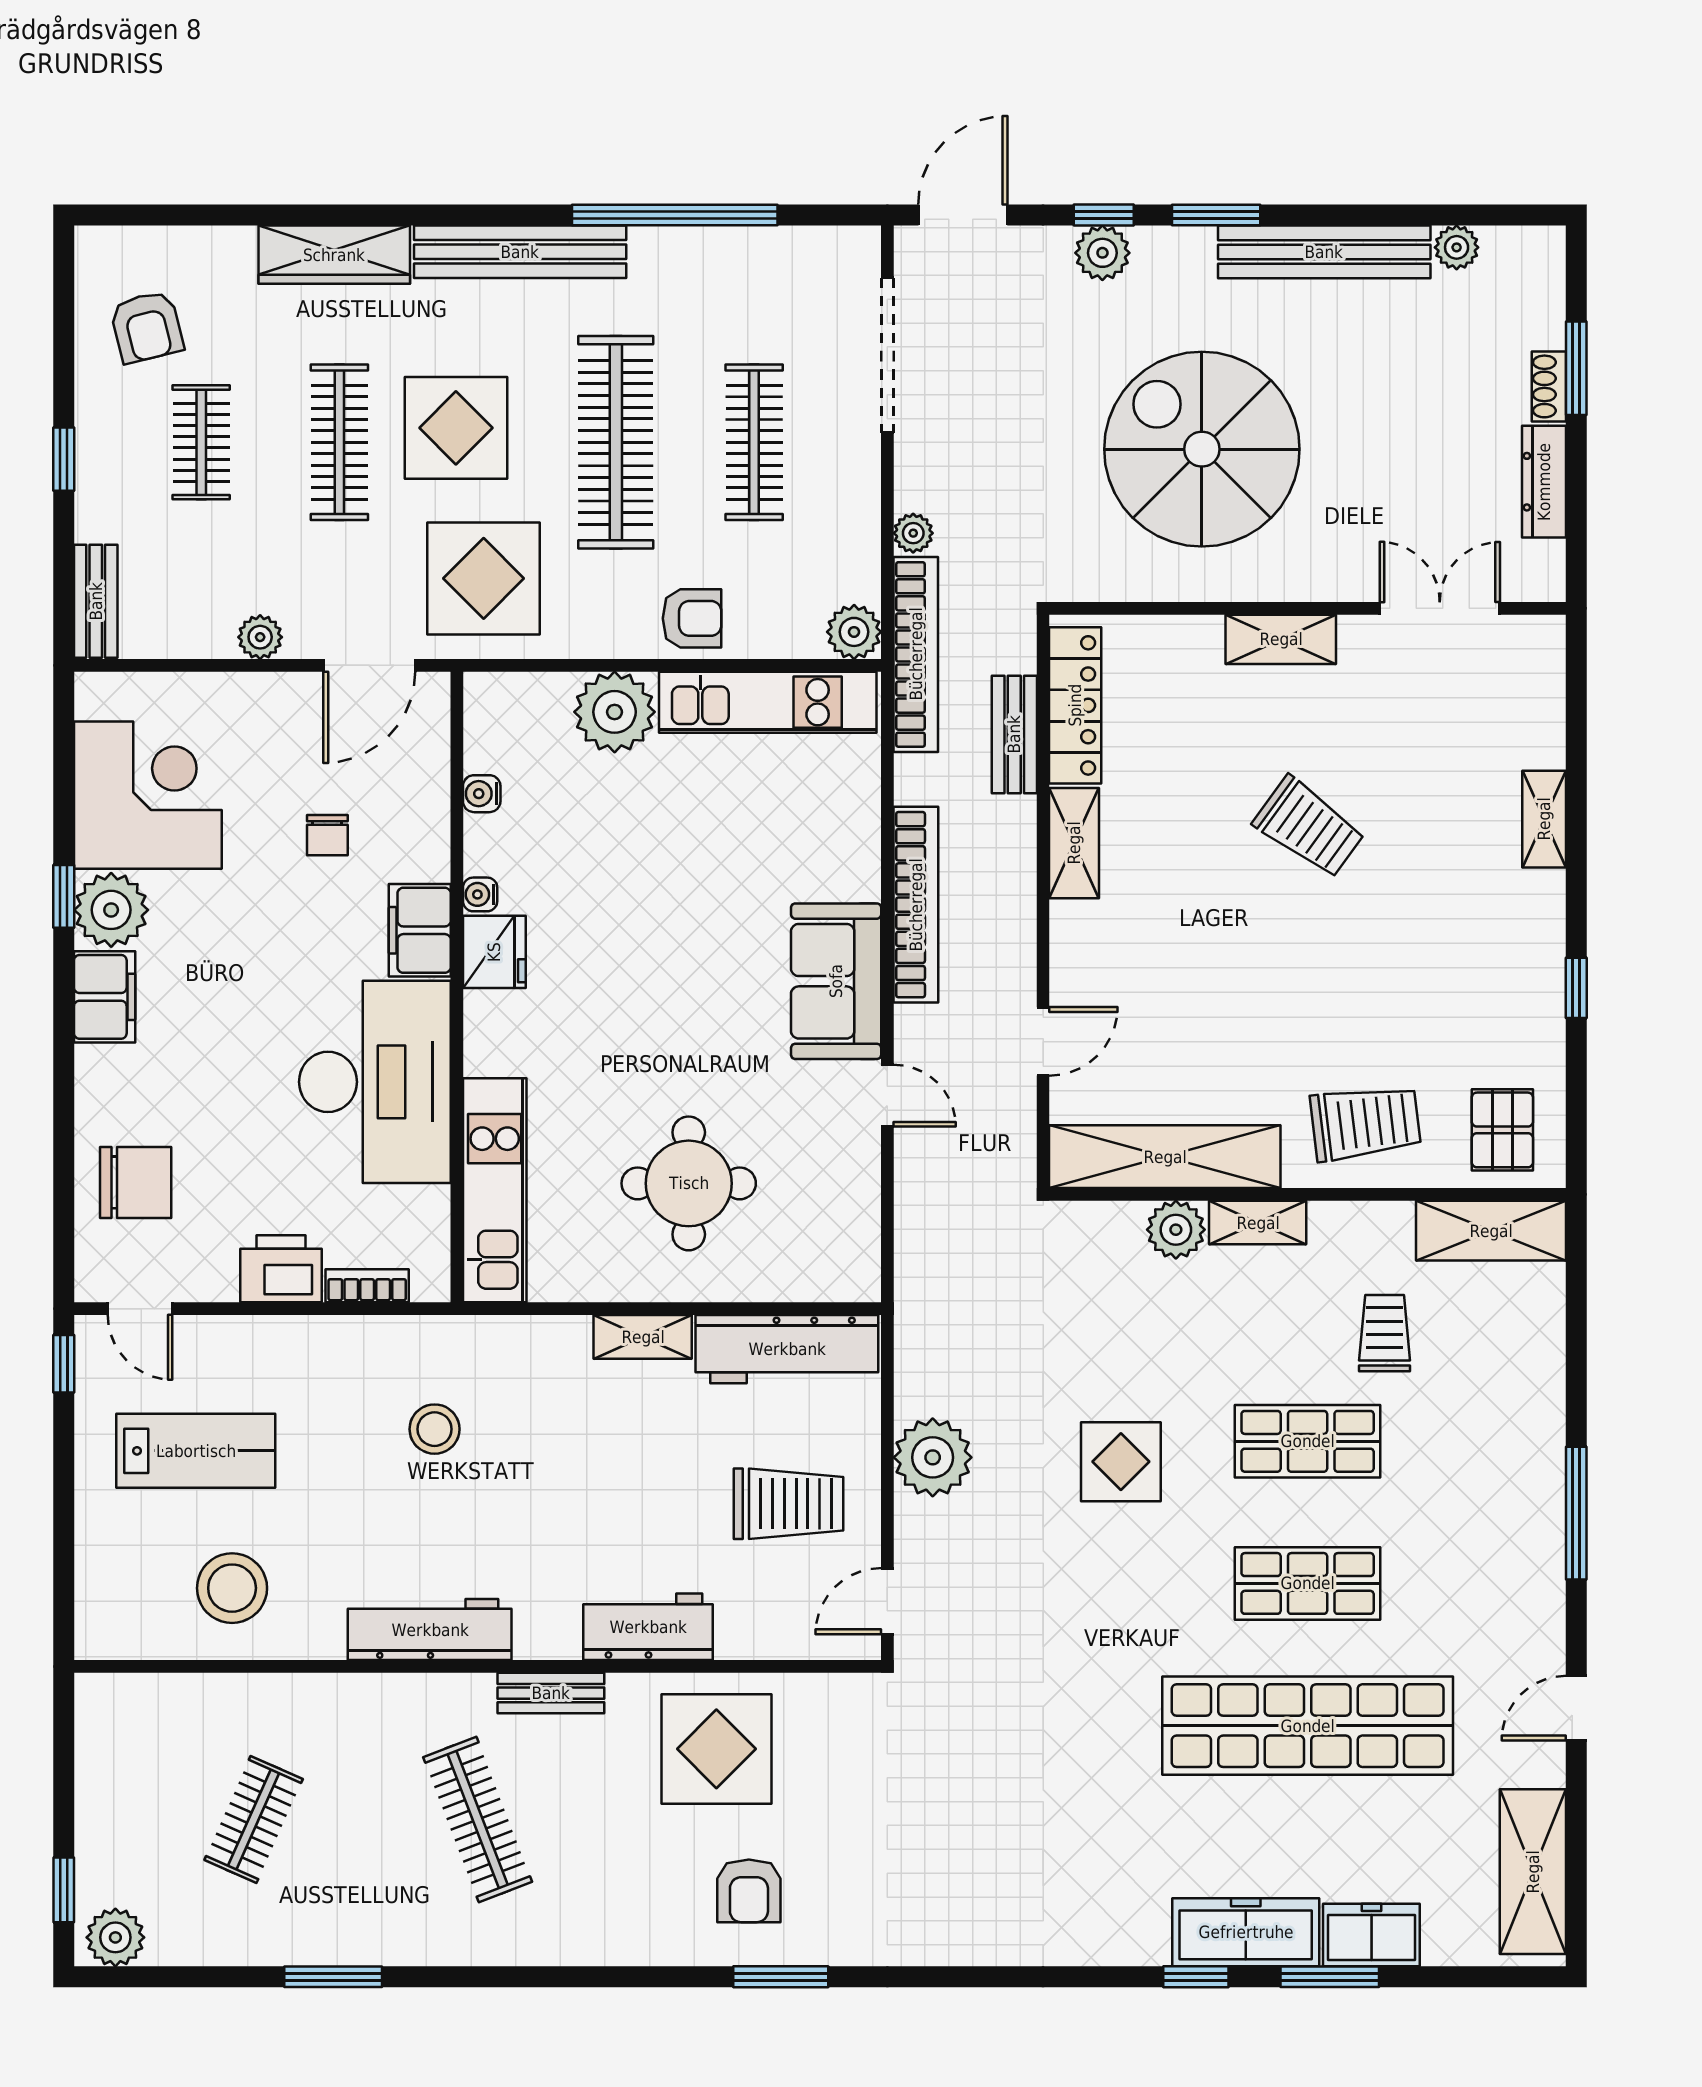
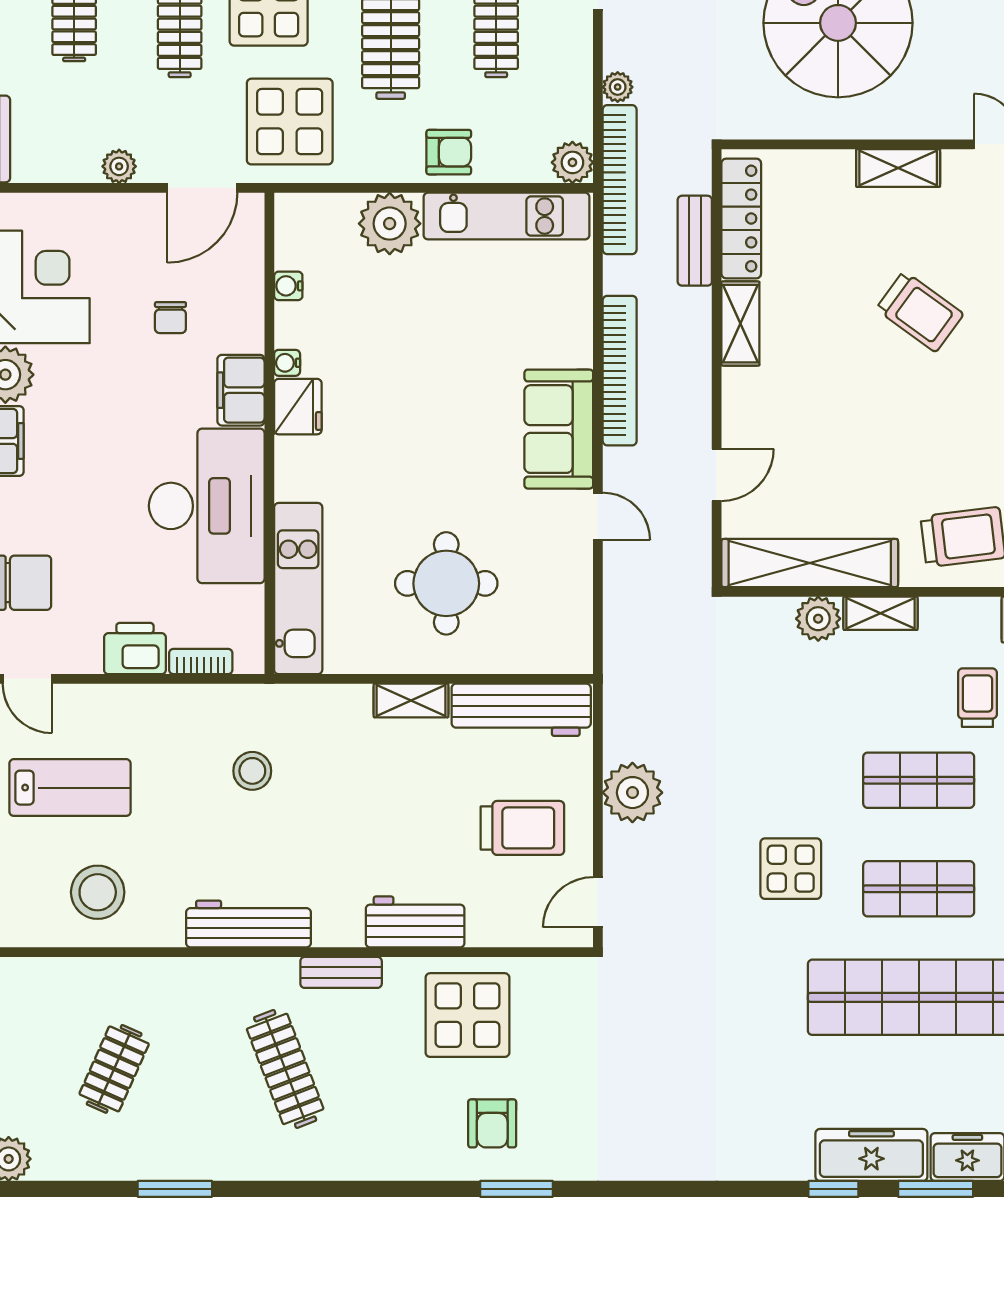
display table: (1121, 1462) -> (791, 869), moved

